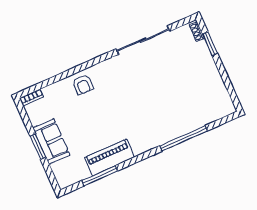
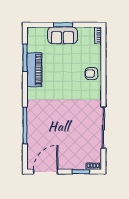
door: (229, 87) -> (46, 172), added

